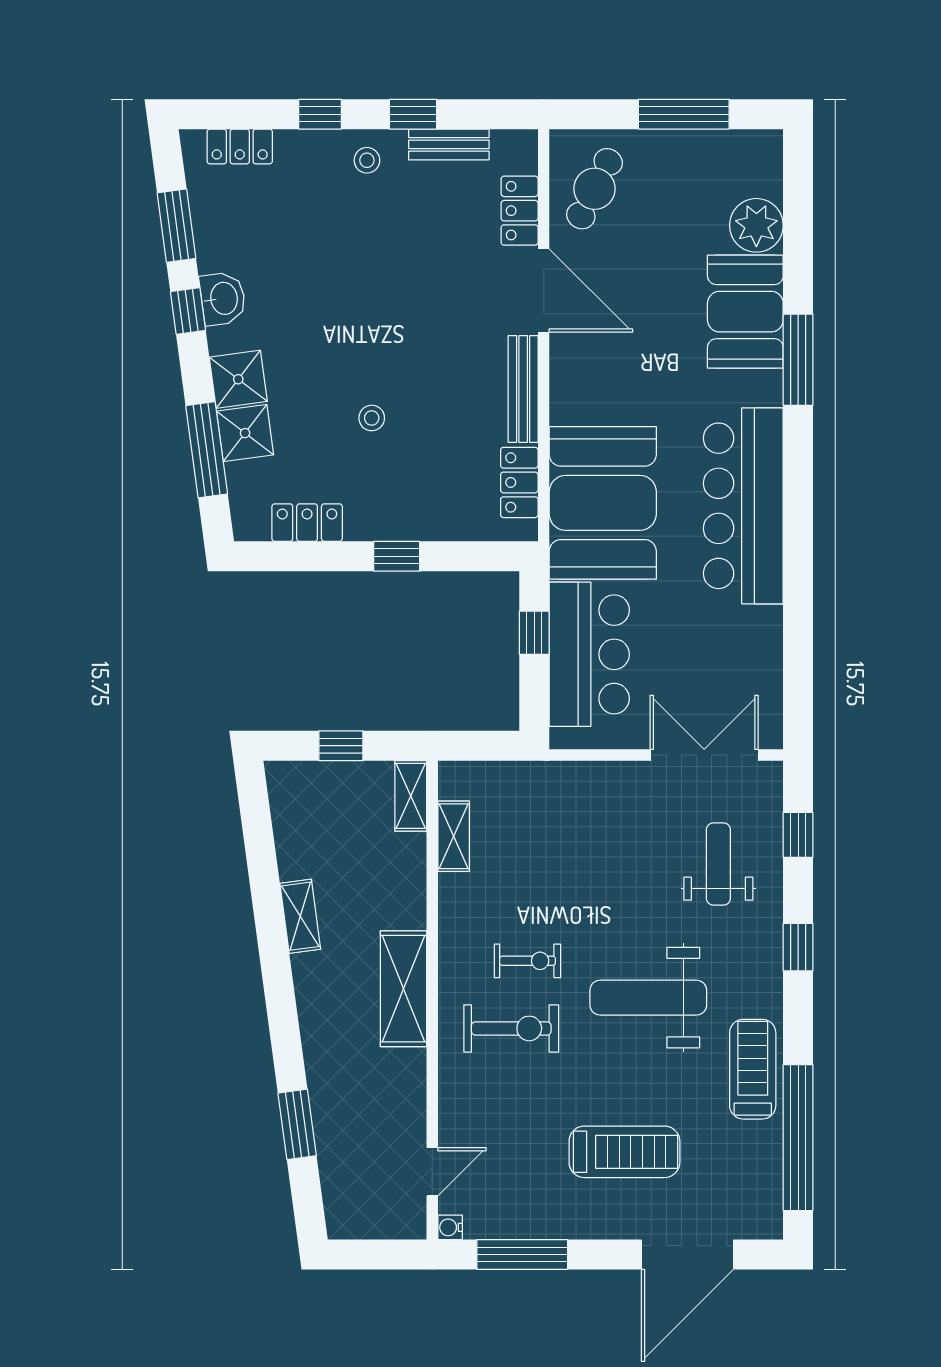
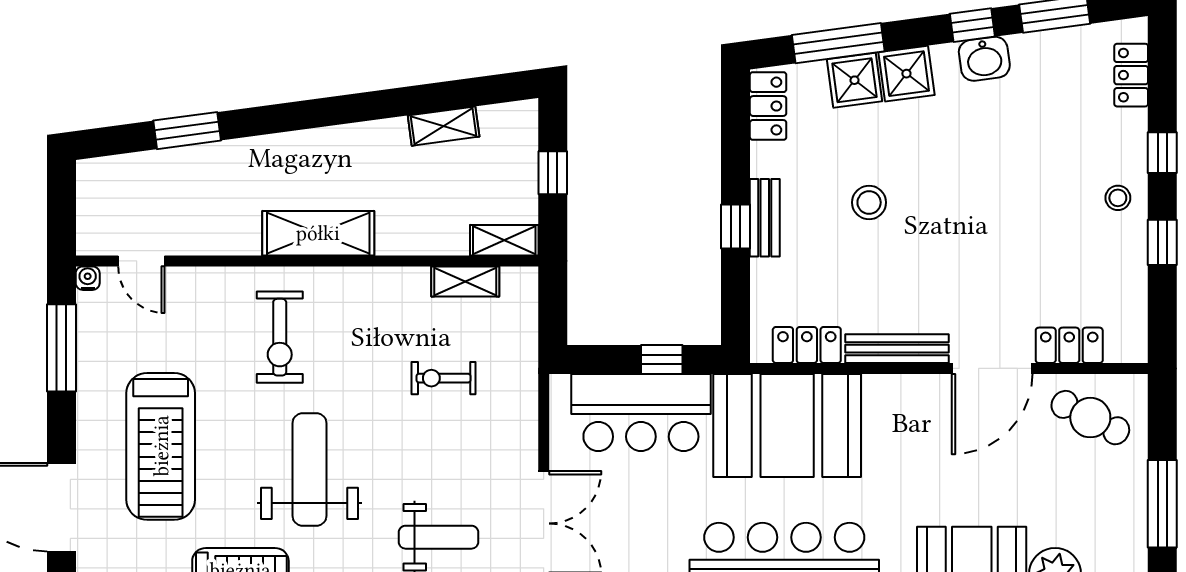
bench: (449, 144) -> (765, 218), moved
stool: (372, 418) -> (869, 202), width x1.37, depth x1.37
locker: (307, 523) -> (768, 106), moved
shelving: (300, 916) -> (444, 126), moved
exercise bike: (528, 961) -> (444, 378), moved, turned 90
treadmill: (624, 1152) -> (161, 446), width x1.37, depth x1.38

